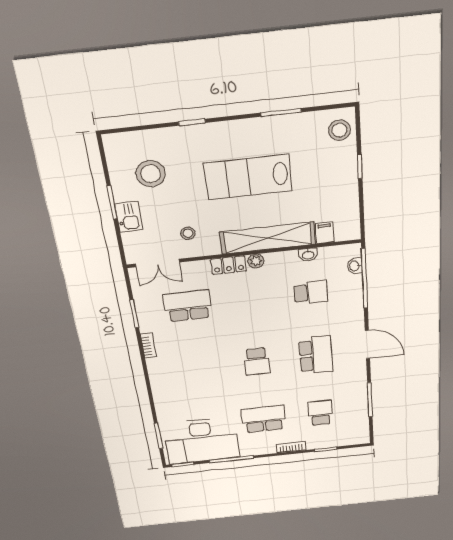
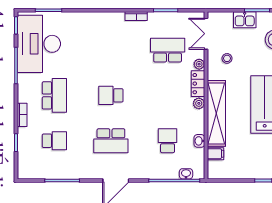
plant: (201, 267) -> (199, 64), added
school desk: (311, 292) -> (168, 141), turned 180
school desk: (188, 306) -> (168, 50), turned -90

